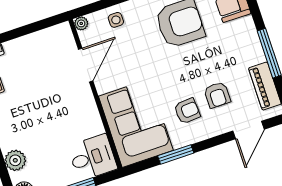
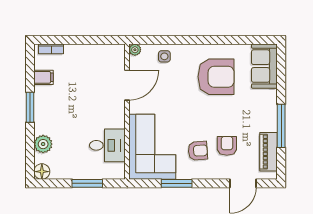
armchair: (217, 95) -> (227, 146), turned 180
desk: (93, 157) -> (107, 145), moved

